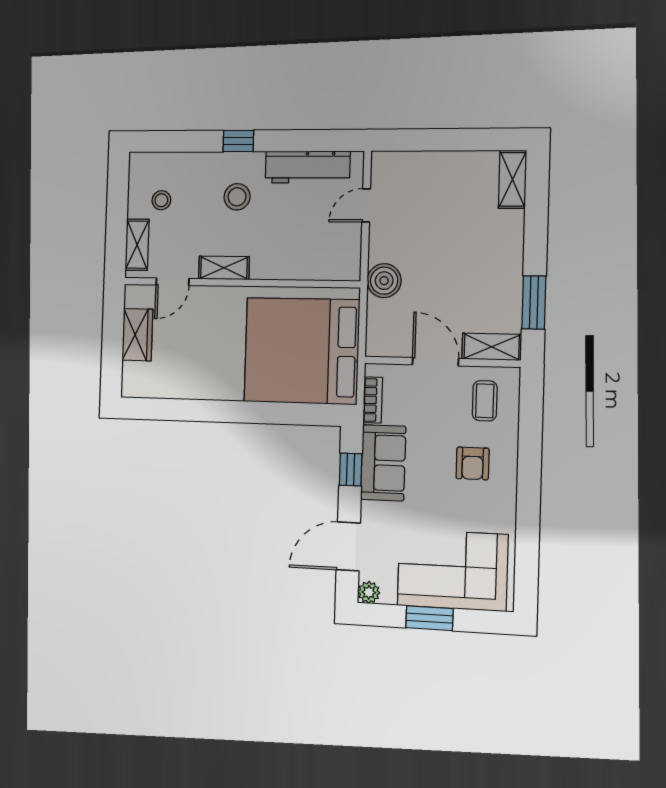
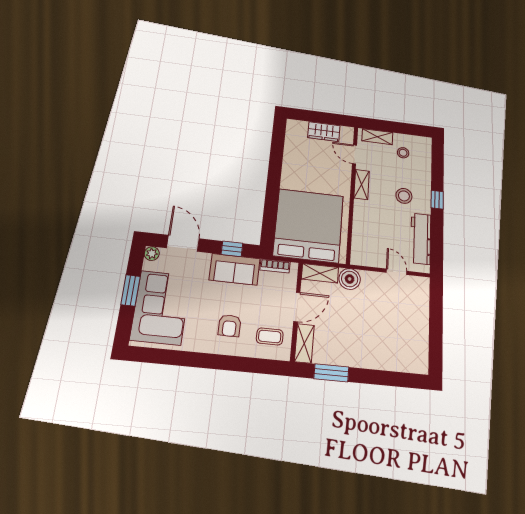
shelving: (513, 179) -> (320, 273), moved
armchair: (473, 463) -> (230, 326), turned -90

